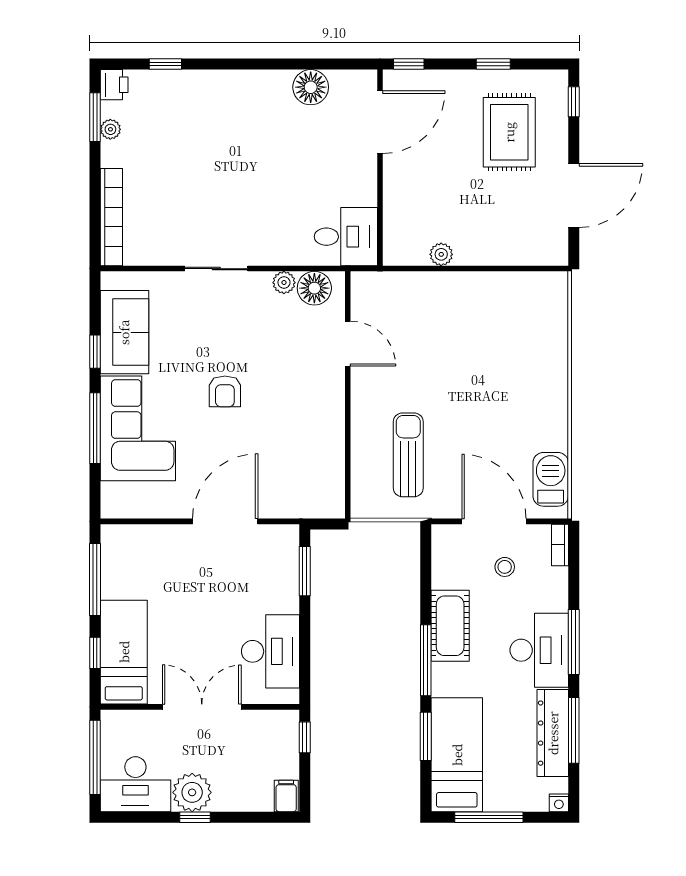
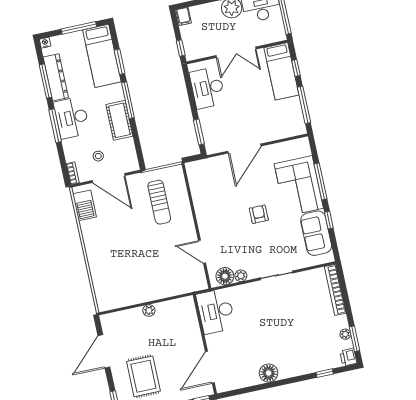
floor lamp: (311, 87) -> (269, 373), moved
desk: (346, 237) -> (216, 311), width x1.37
plant: (441, 254) -> (149, 310), moved

